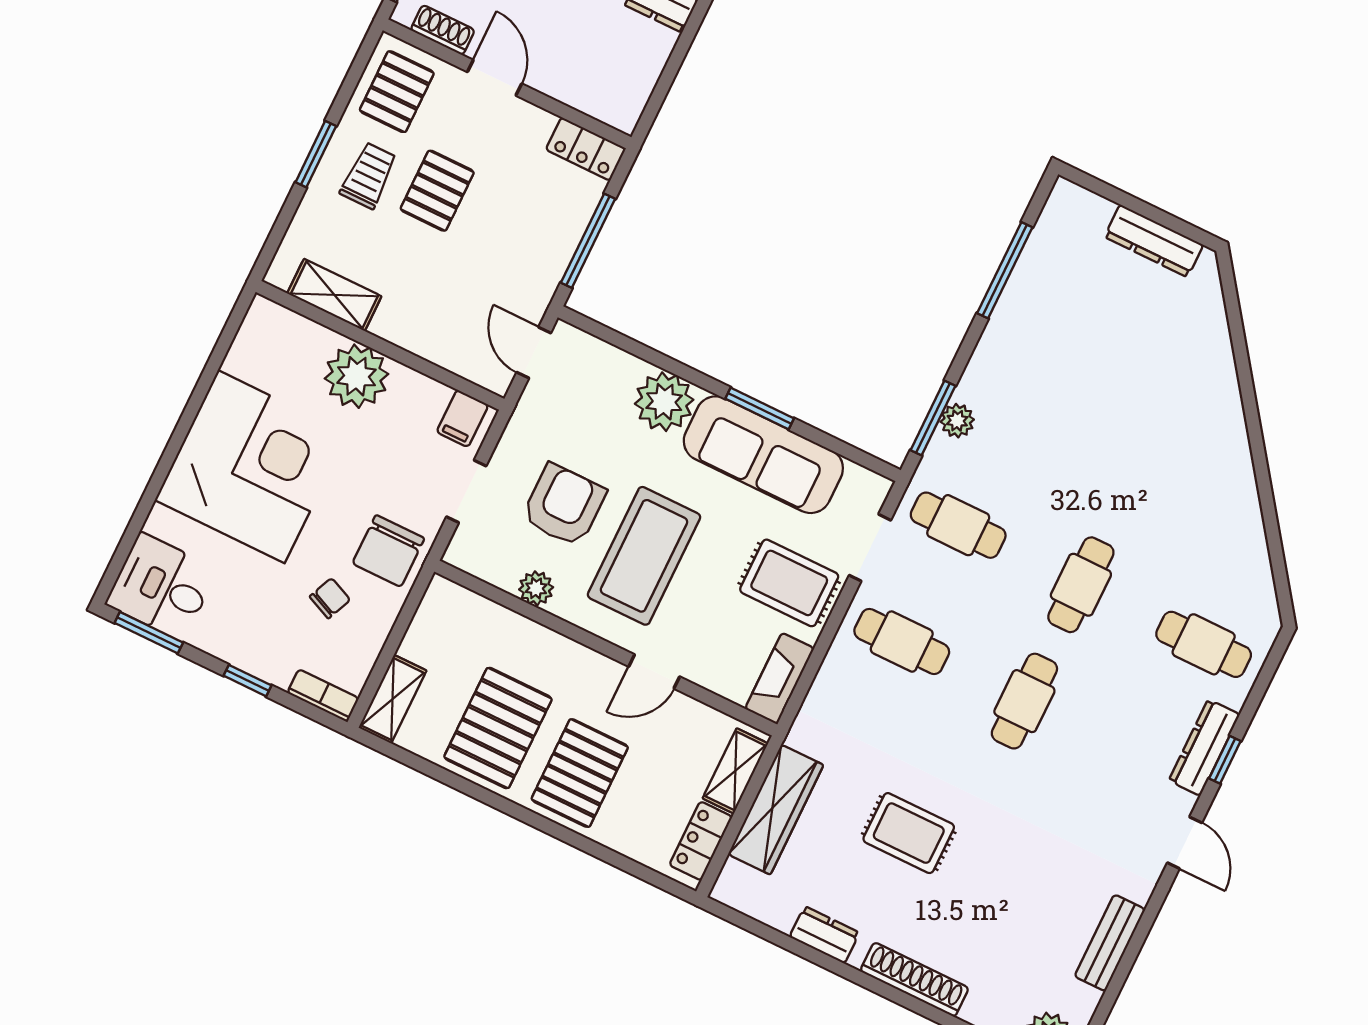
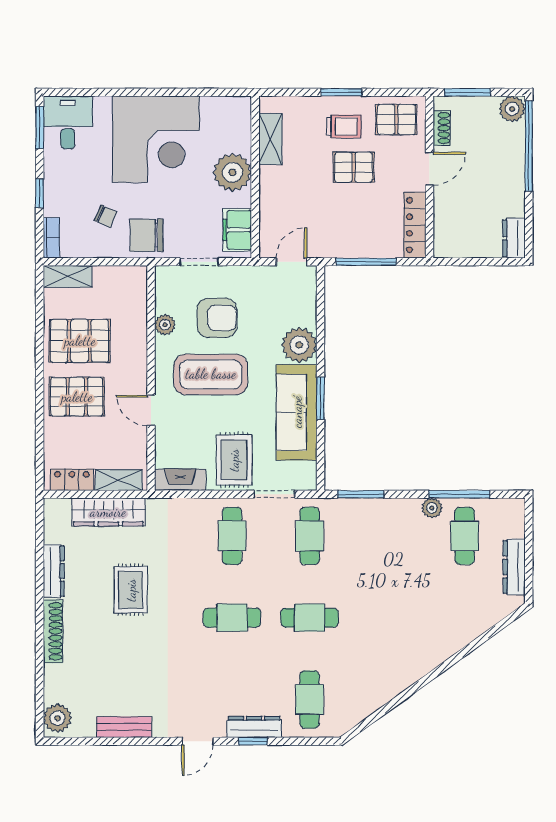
locker: (586, 149) -> (415, 225), width x1.53
cafe table: (1071, 293) -> (465, 536), added
filing cabinet: (462, 418) -> (237, 230), width x2.00
plant: (957, 421) -> (432, 508), moved
dresser: (824, 935) -> (54, 571), width x1.44

